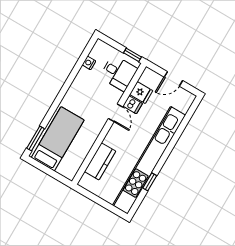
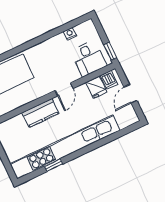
door: (173, 79) -> (130, 94), hinge flipped
dishwasher: (133, 105) -> (109, 80), moved
kitchen counter: (100, 161) -> (40, 113), moved

